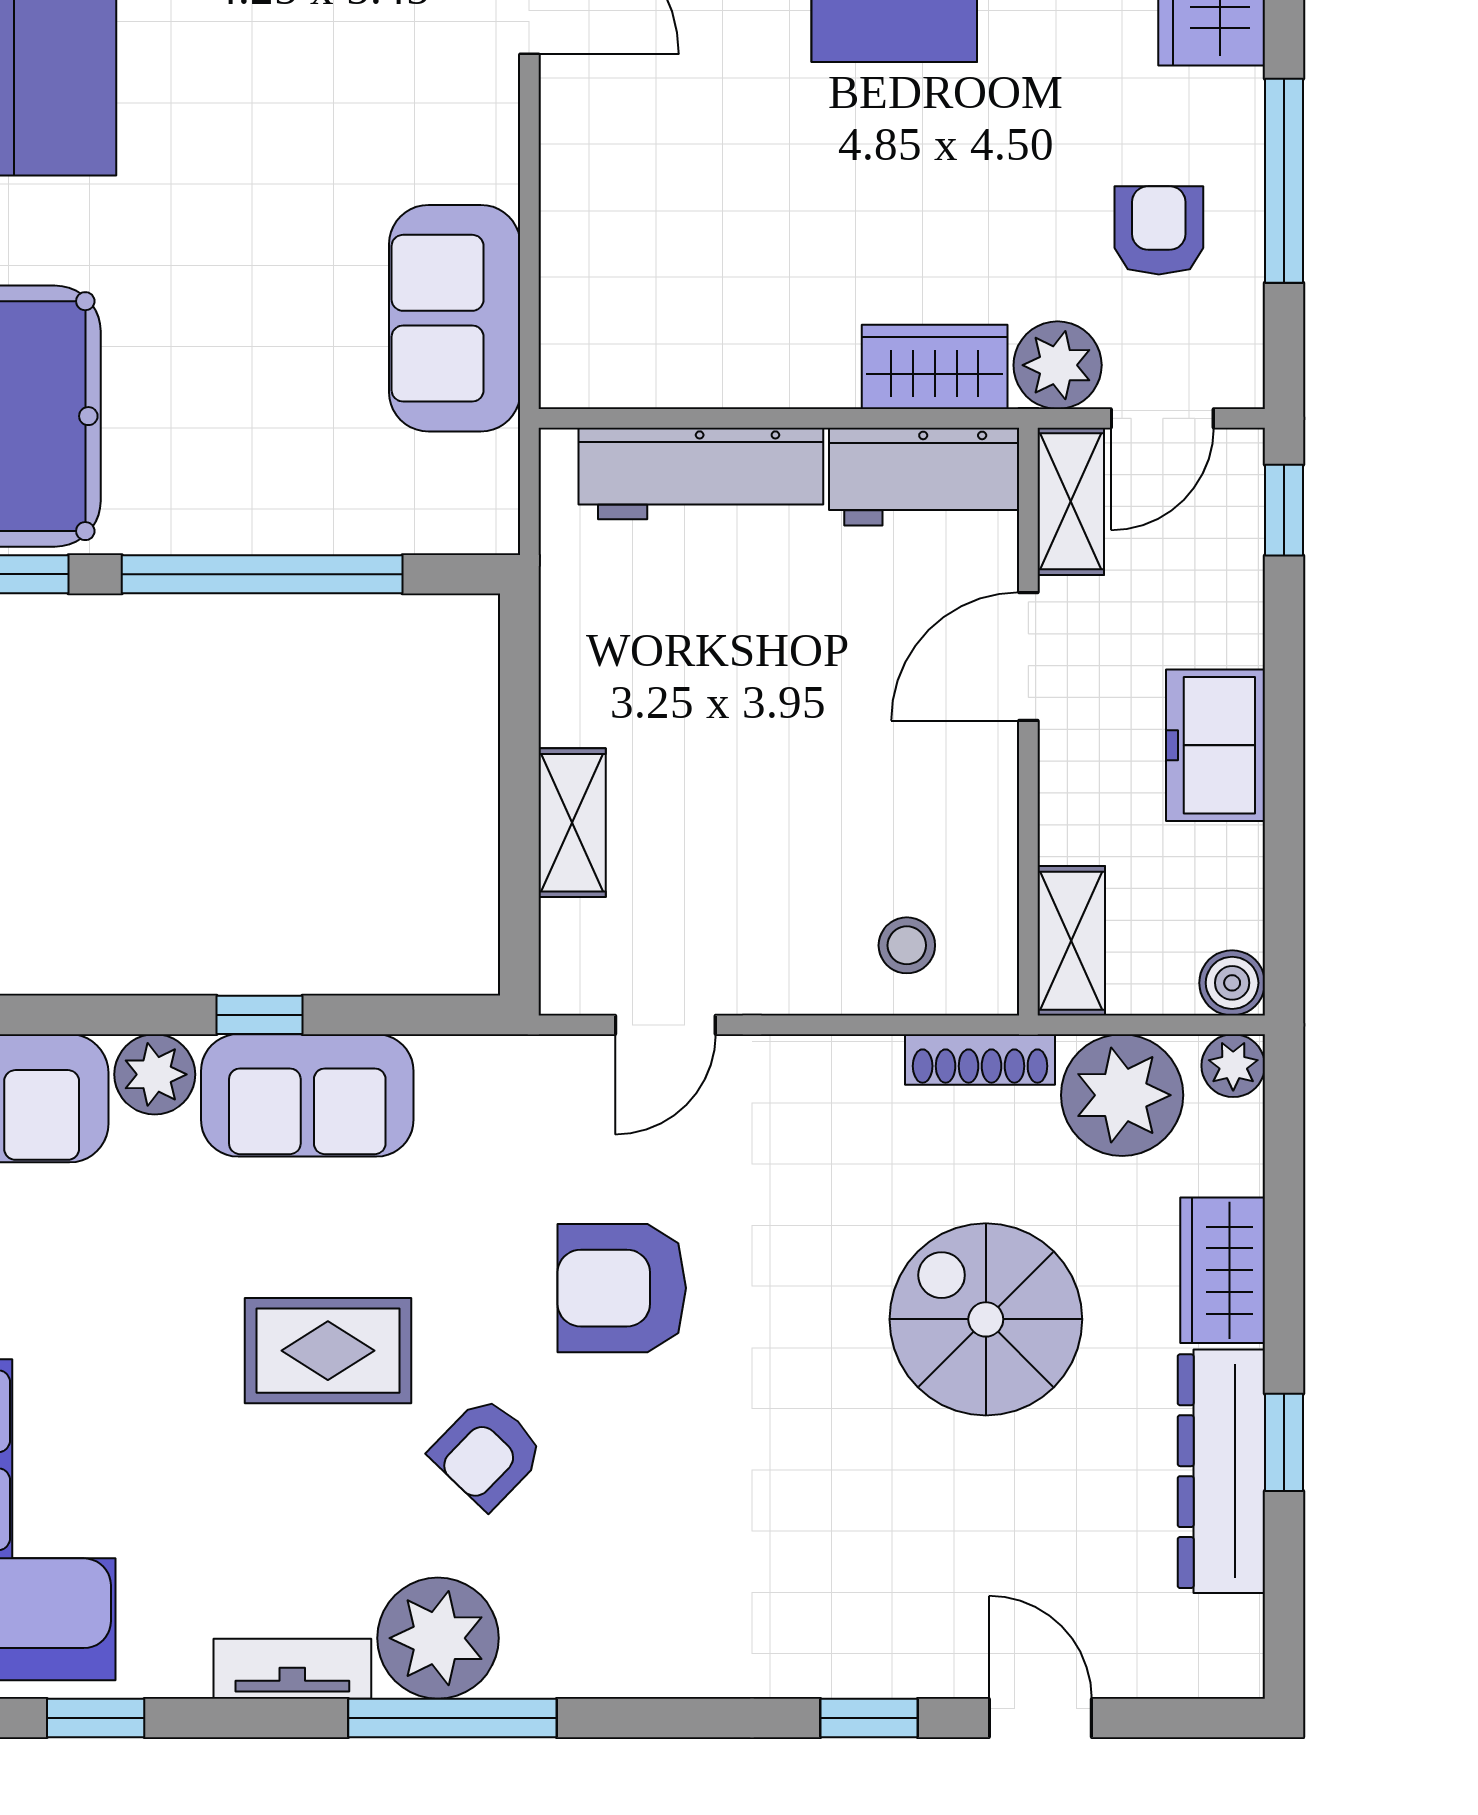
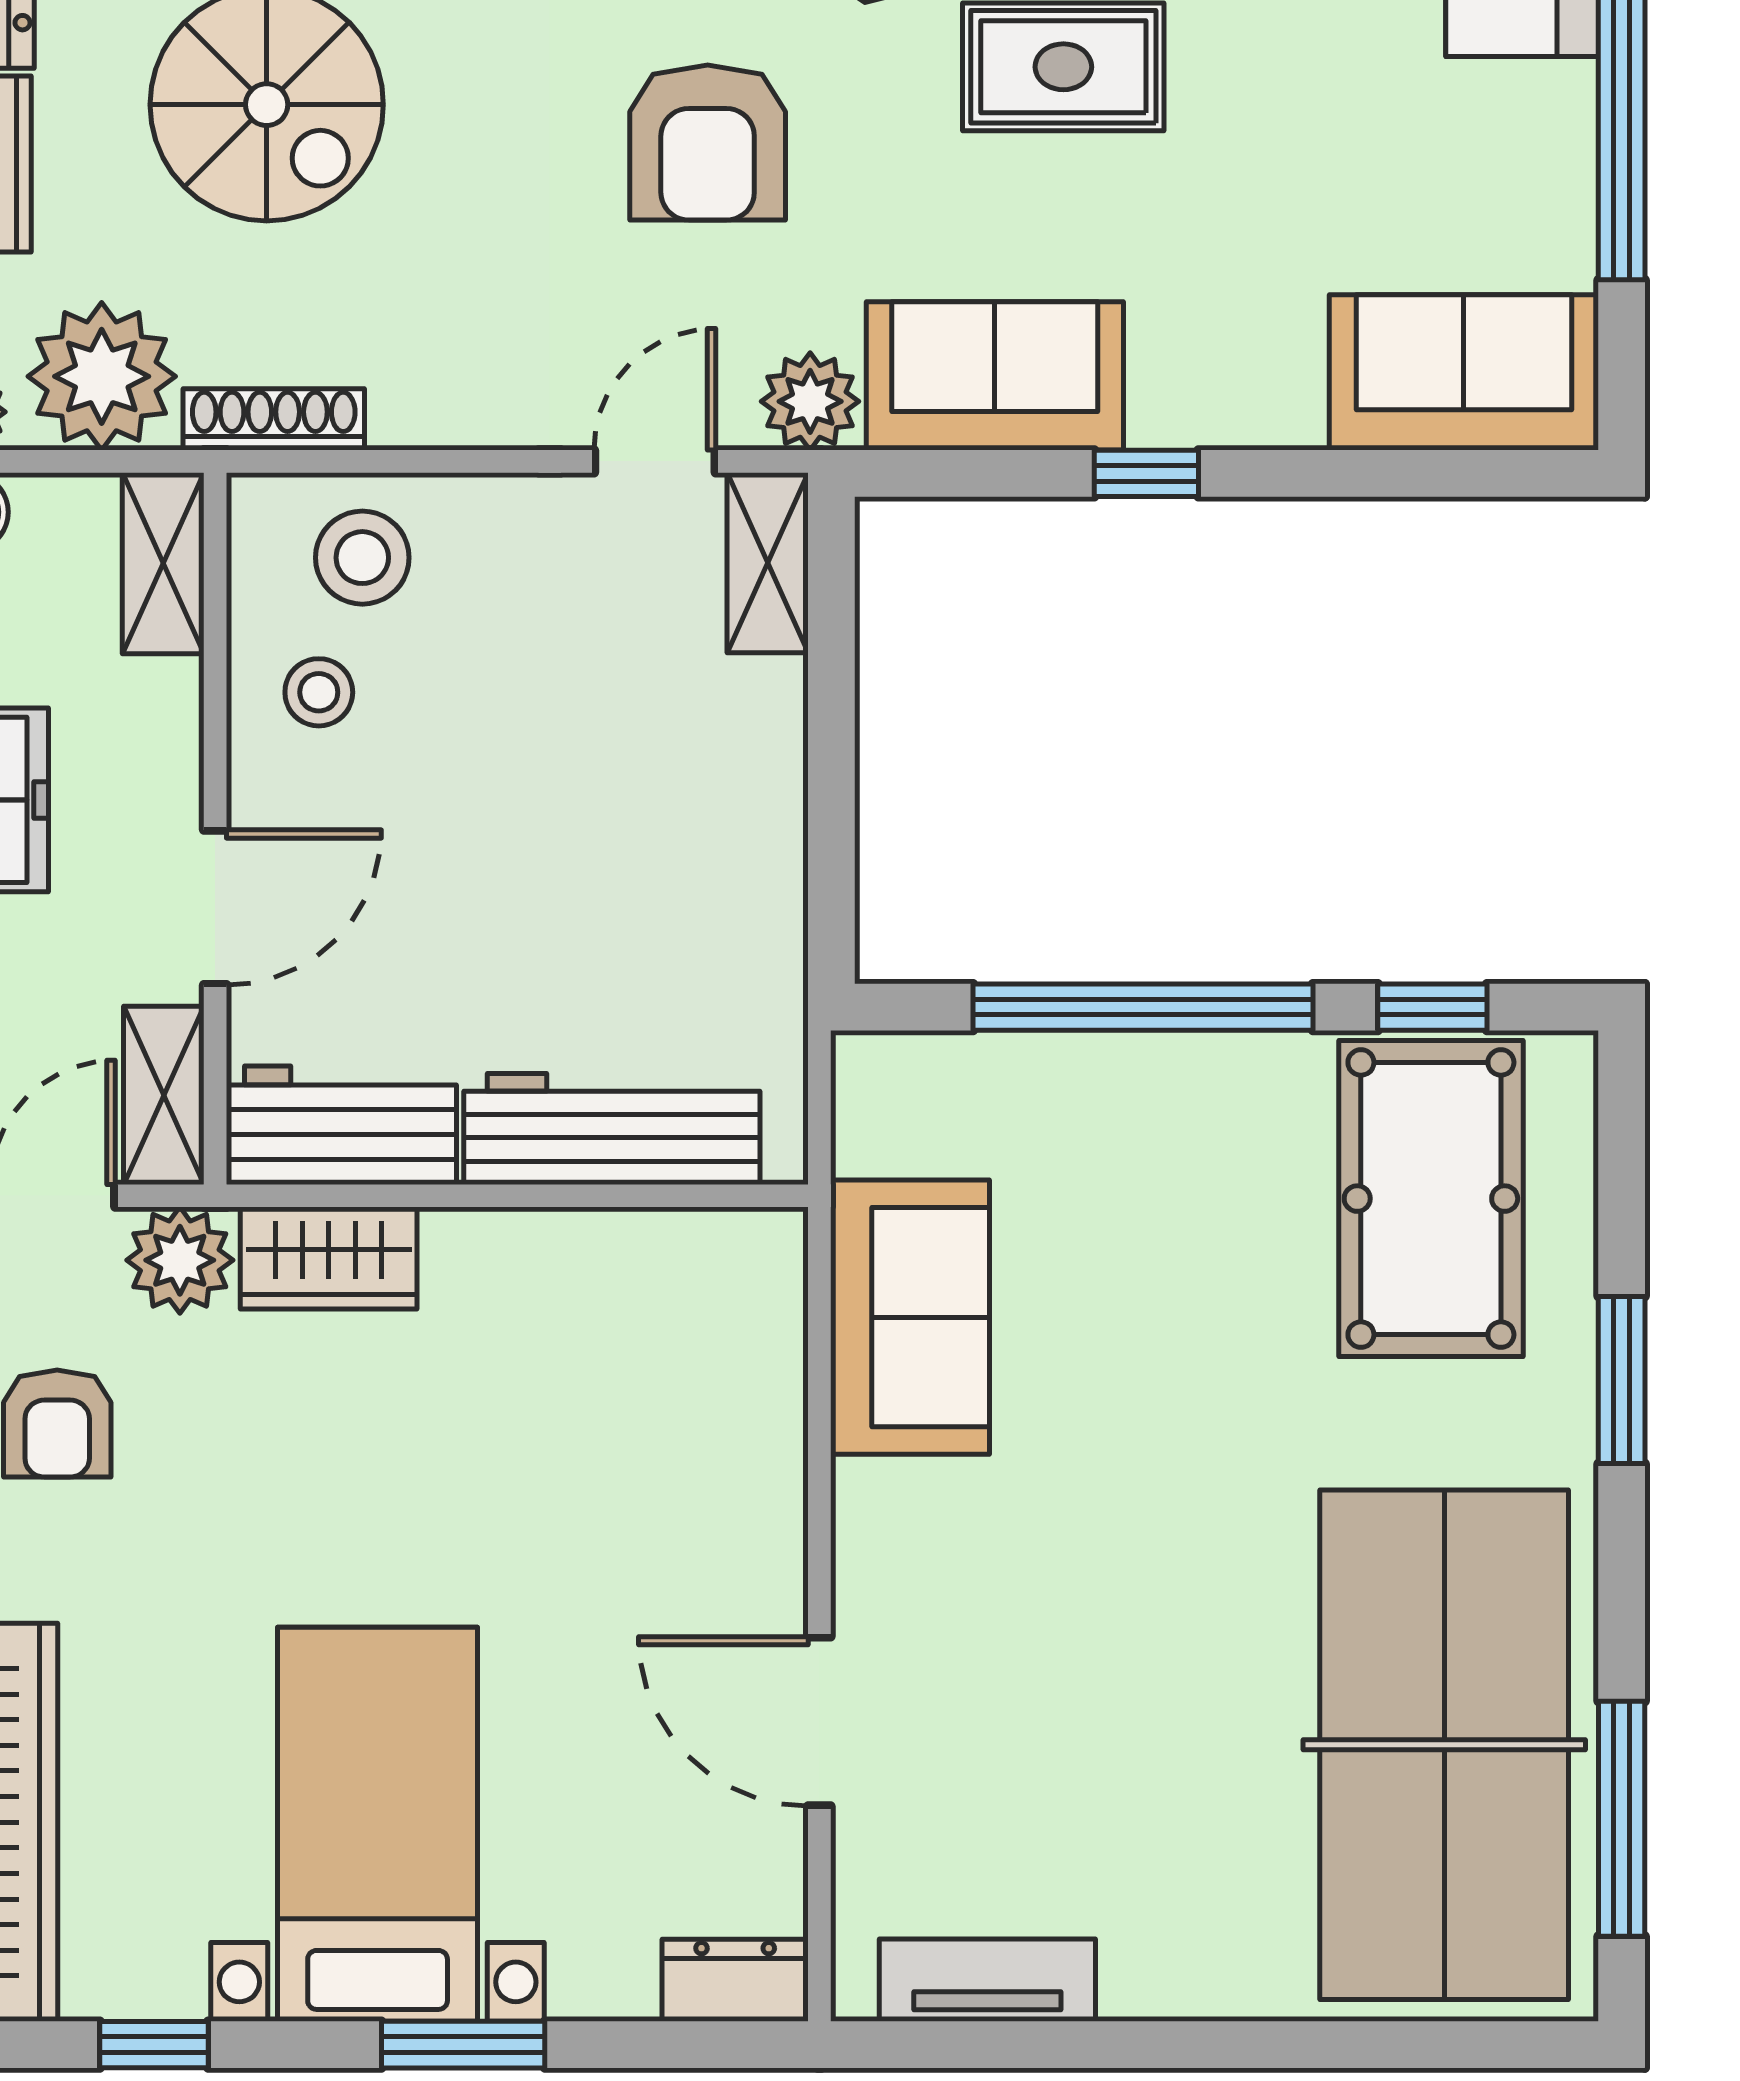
shelving: (572, 823) -> (768, 563), moved
stool: (943, 834) -> (319, 692), added
stool: (907, 945) -> (362, 558), width x1.37, depth x1.37
plant: (155, 1074) -> (810, 401), moved
sofa: (307, 1095) -> (995, 376), moved
armchair: (622, 1288) -> (708, 143), turned 90

